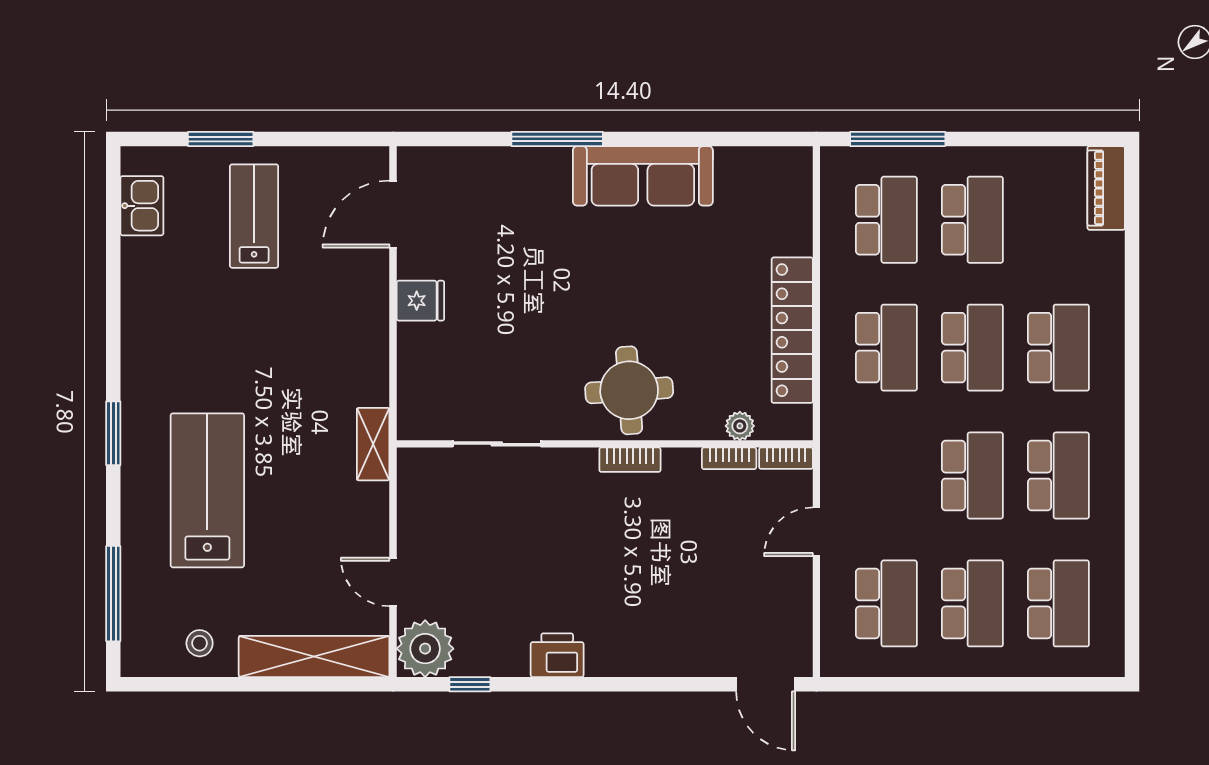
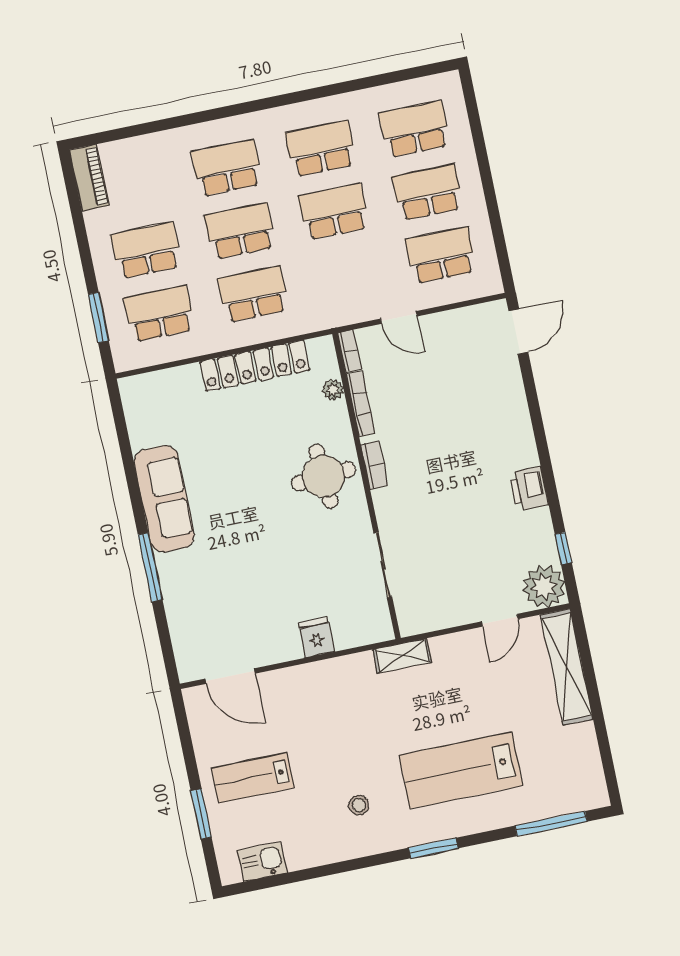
window: (898, 139) -> (98, 318), width x0.69
piano: (1106, 188) -> (89, 178), moved, turned -90
fridge: (420, 301) -> (316, 637), moved
bookcase: (729, 458) -> (361, 404), width x1.56
stool: (200, 643) -> (359, 805), moved

